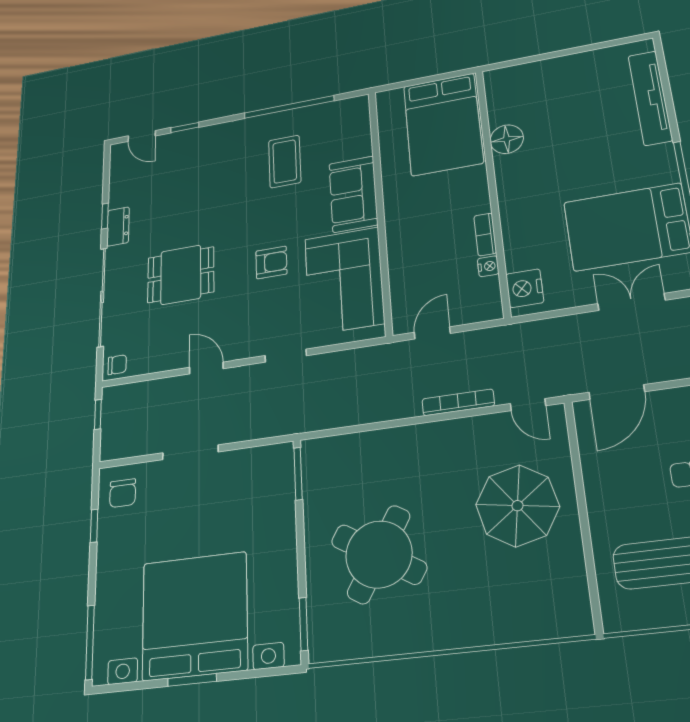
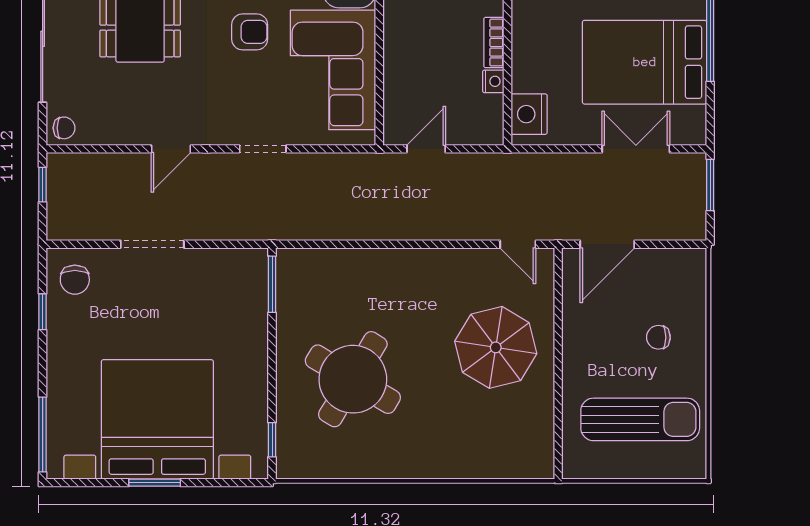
door: (206, 368) -> (171, 149), swing flipped
bookcase: (458, 402) -> (447, 231), removed
window: (304, 624) -> (272, 440), width x0.67

